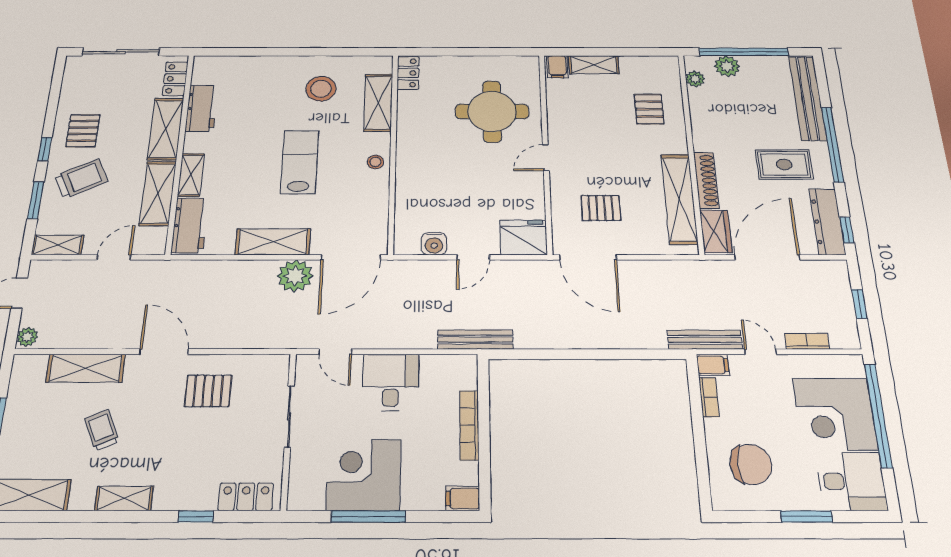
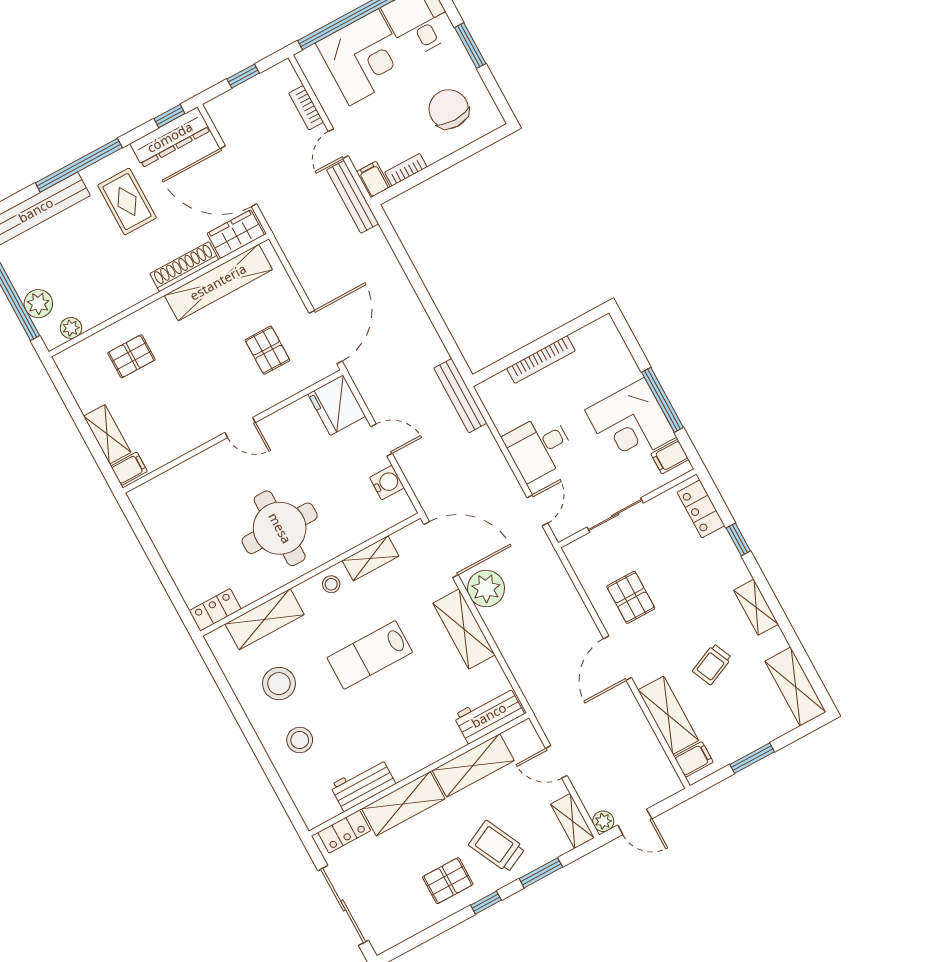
stool: (267, 82) -> (300, 740), added
round table: (492, 111) -> (280, 528), moved
shelving: (191, 175) -> (371, 558), moved
plant: (27, 337) -> (603, 821), moved
filing cabinet: (33, 369) -> (694, 759), added
filing cabinet: (463, 499) -> (670, 457), moved, turned 90

